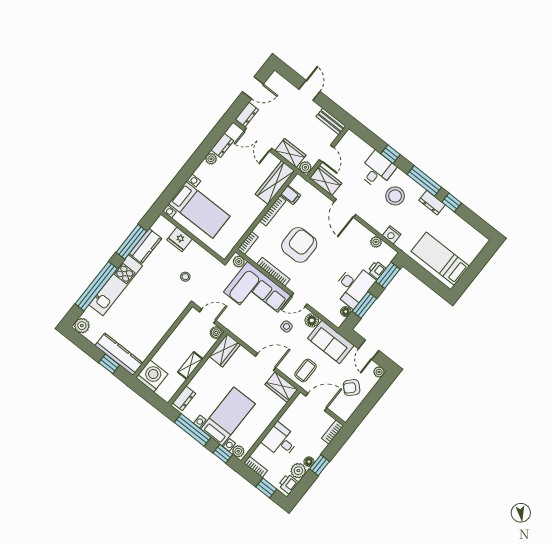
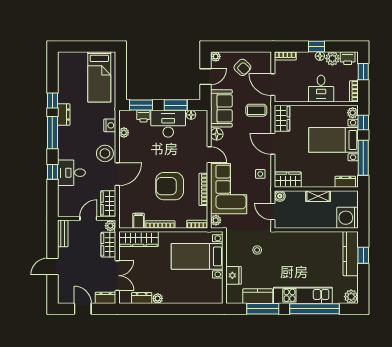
stool: (395, 196) -> (105, 153), moved
bed with nightstands: (199, 210) -> (197, 256), moved, turned -90
side table: (286, 326) -> (260, 174), moved

